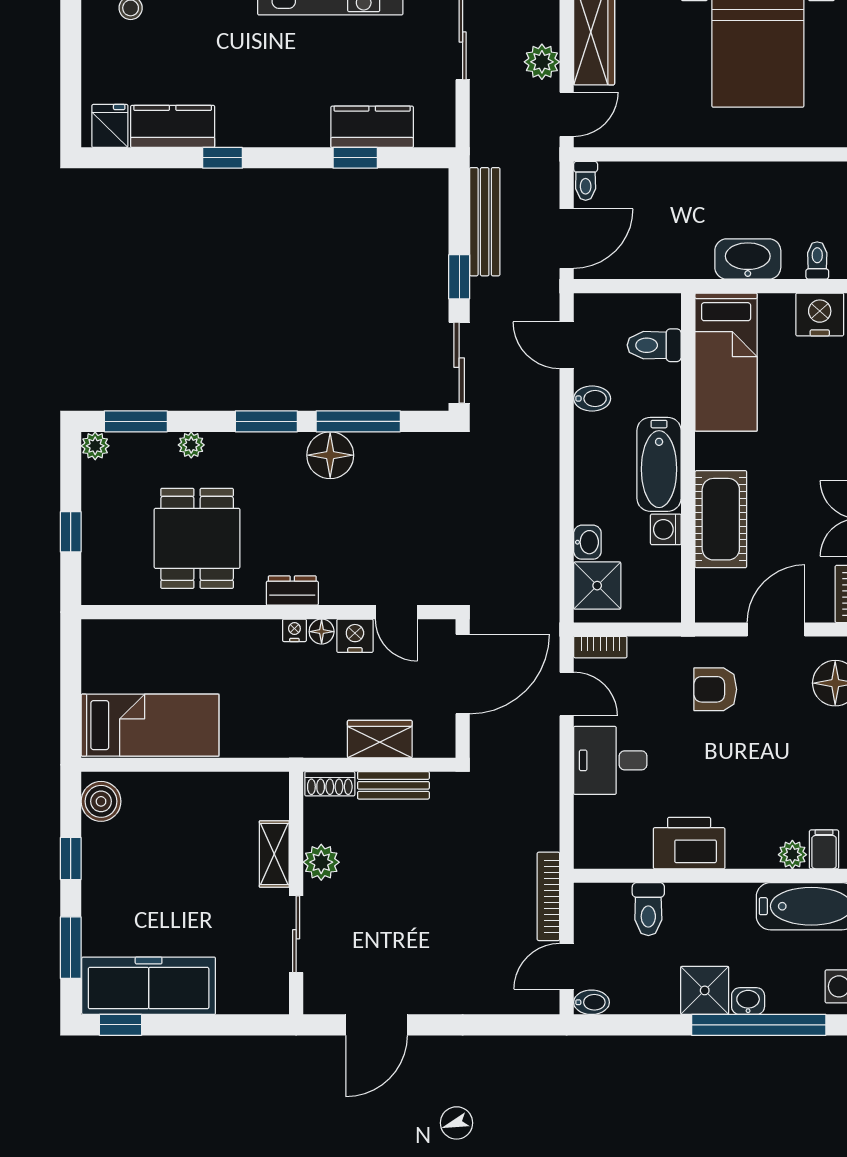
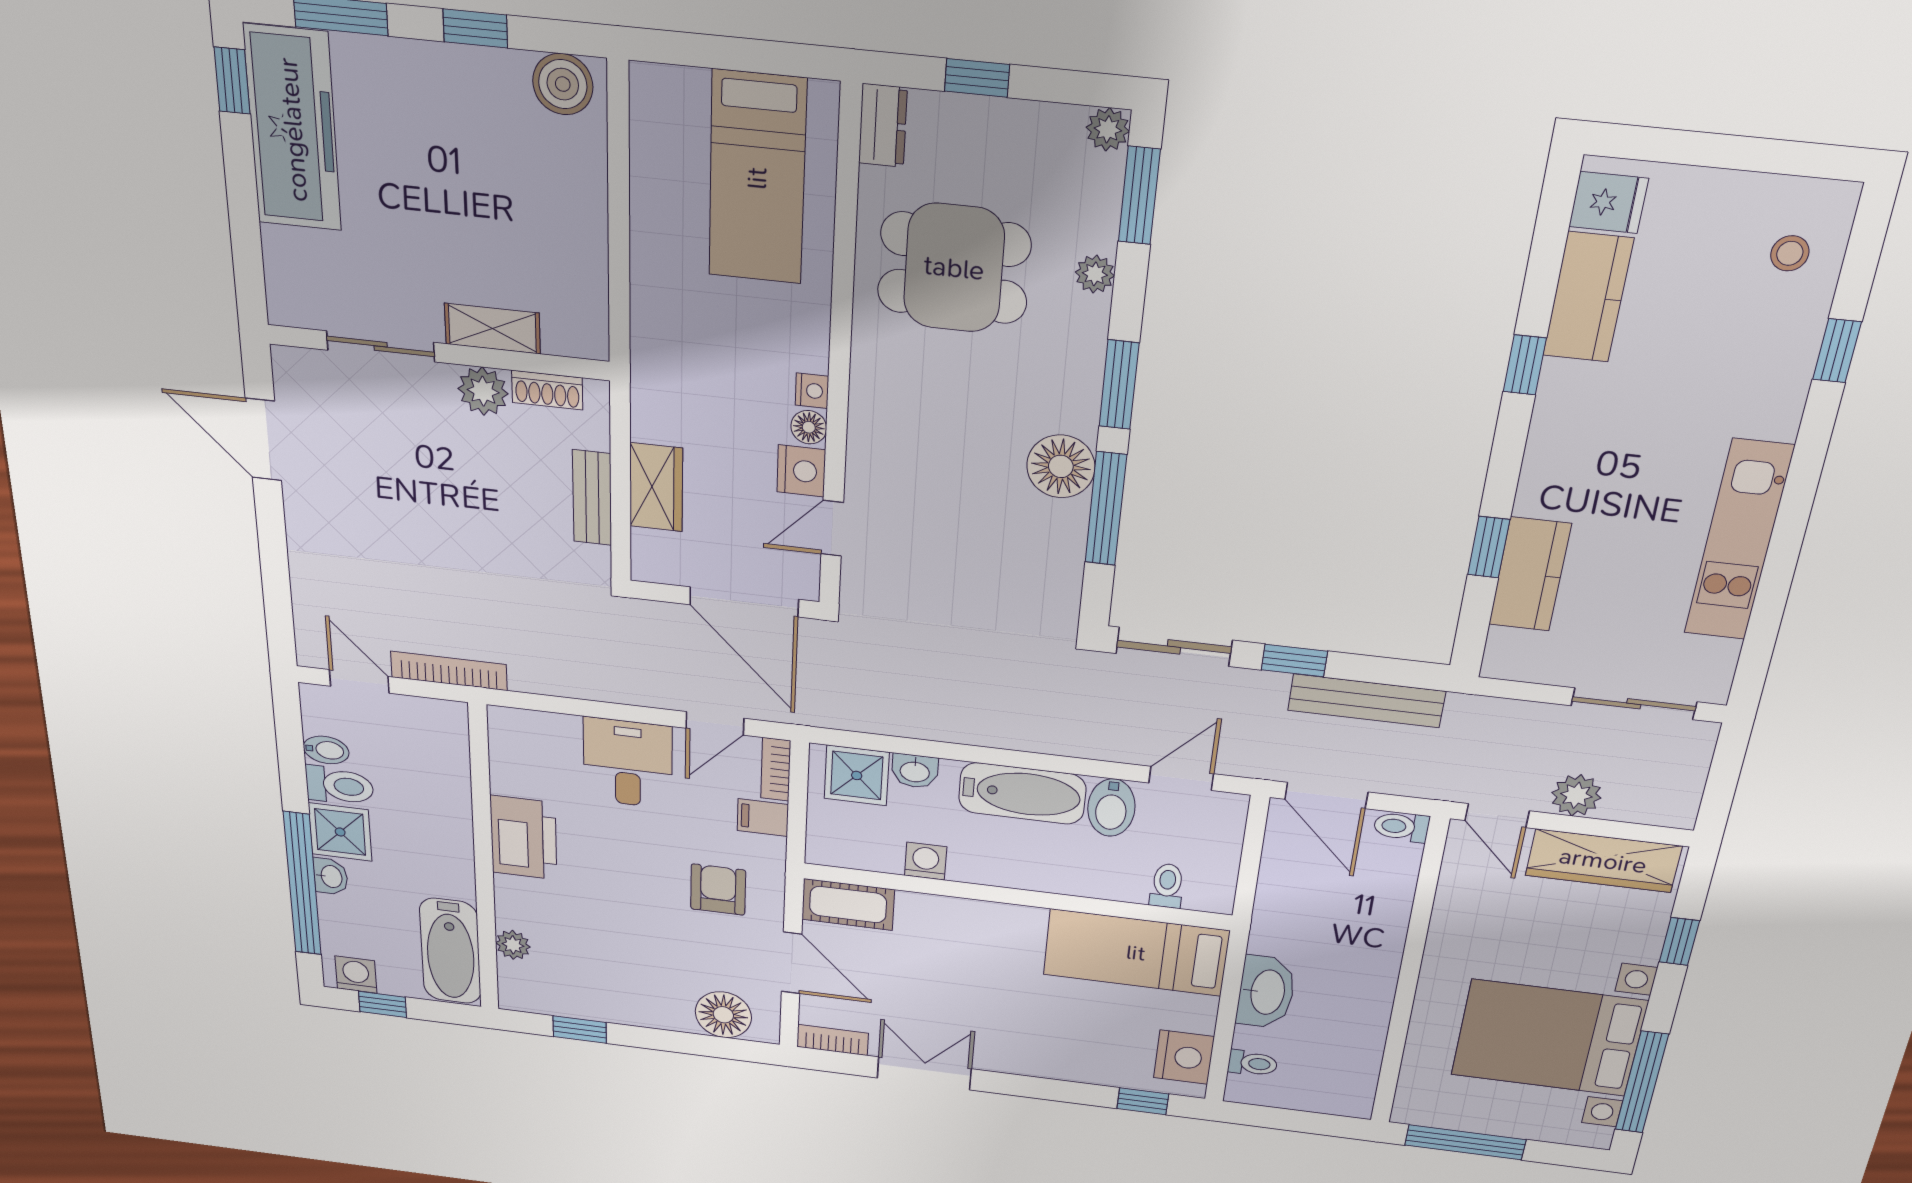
toilet: (654, 345) -> (1167, 886), width x0.73, depth x0.72
bidet: (592, 399) -> (1111, 808), width x1.38, depth x1.36
bathtub: (659, 464) -> (1022, 793), moved, turned 180
cot: (721, 519) -> (848, 905), moved, width x0.73, depth x0.75
dresser: (292, 591) -> (883, 126), moved
bed: (150, 725) -> (757, 178), moved
shoe rack: (330, 784) -> (547, 390), moved, turned -90
filing cabinet: (824, 849) -> (763, 818), moved, turned 180
toilet: (648, 909) -> (340, 786), moved, turned 180
bidet: (592, 1002) -> (326, 750), moved, turned -90

